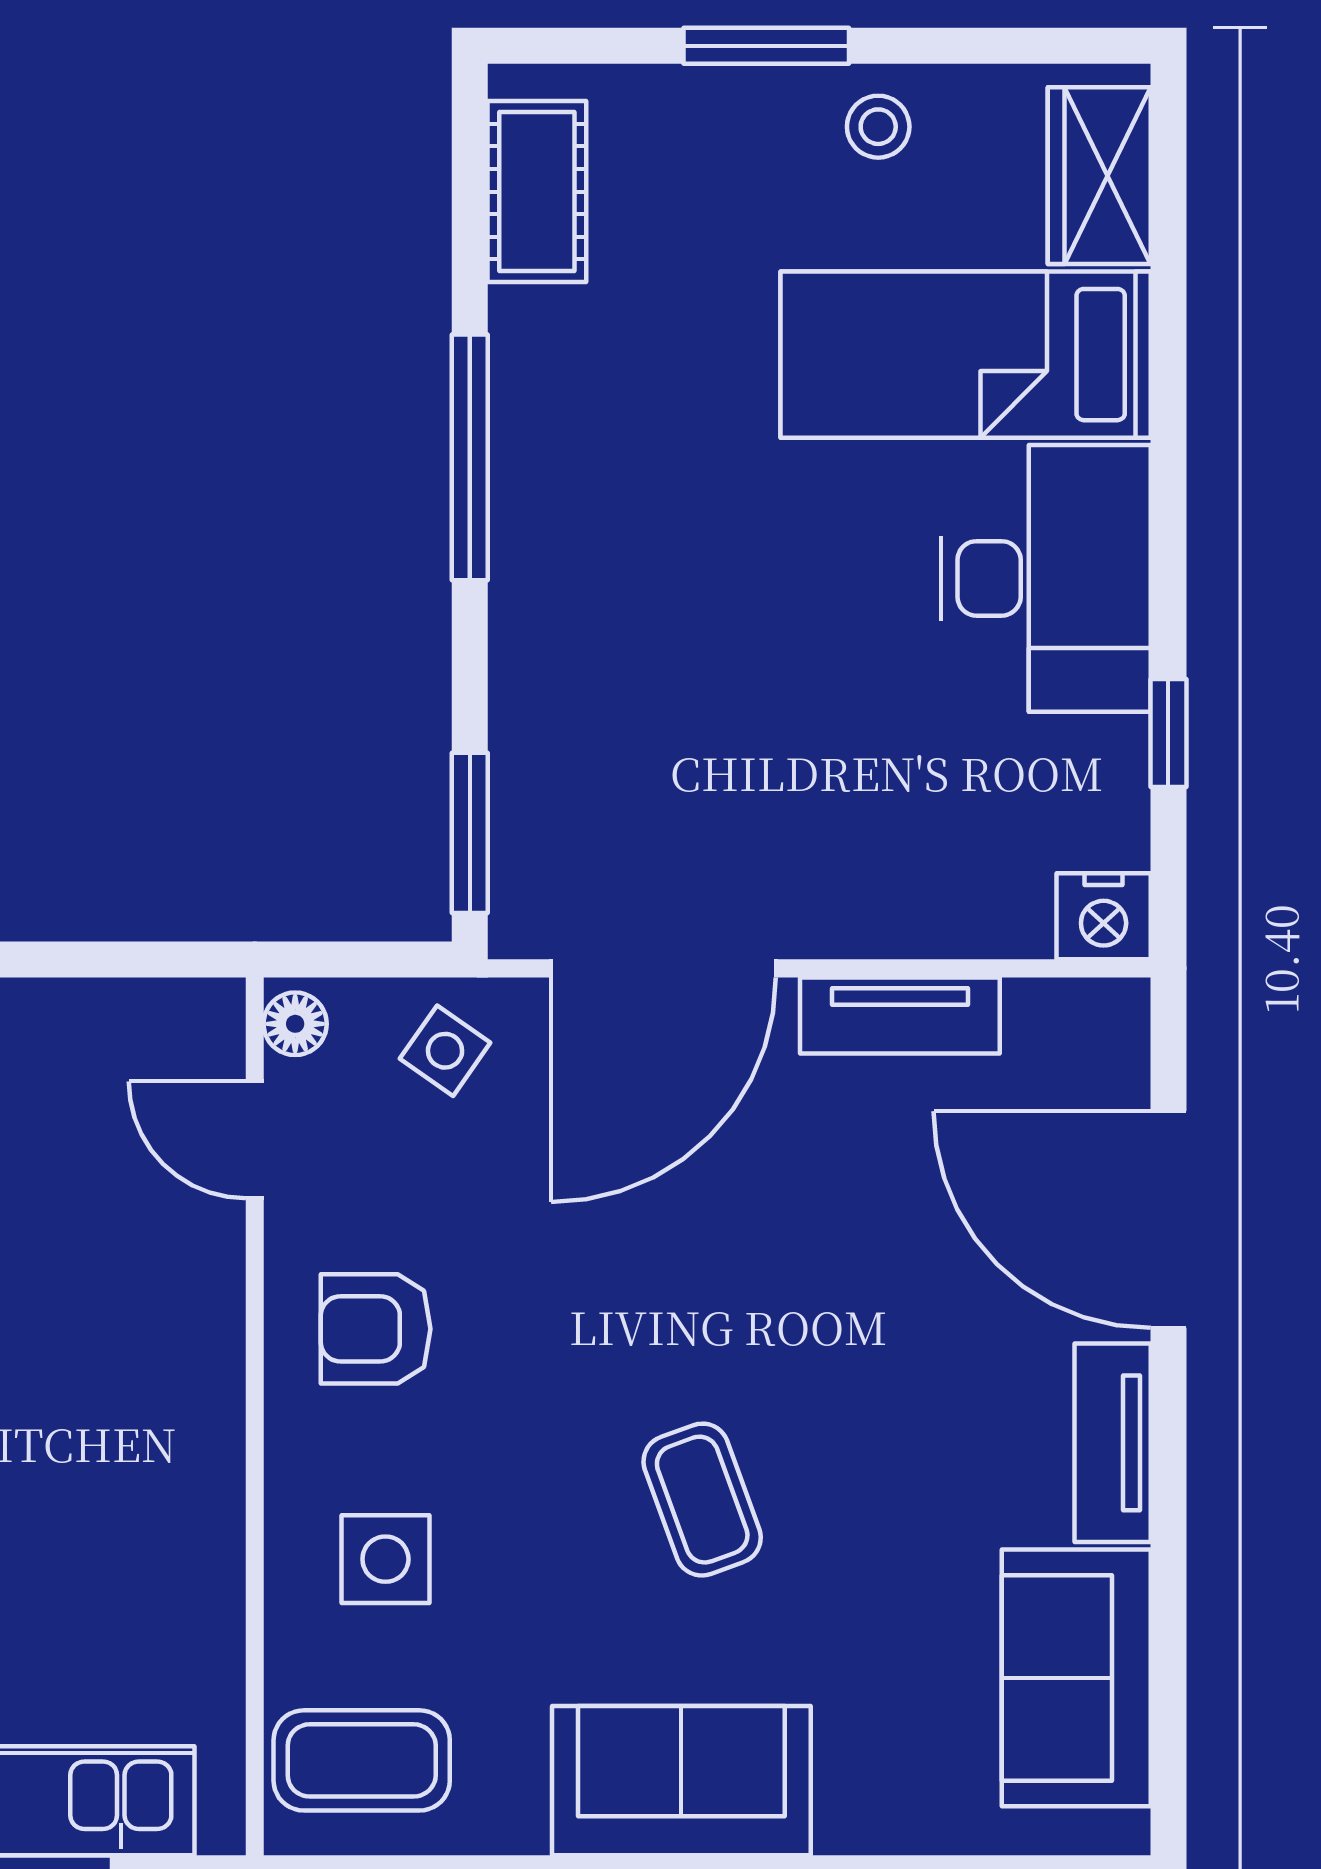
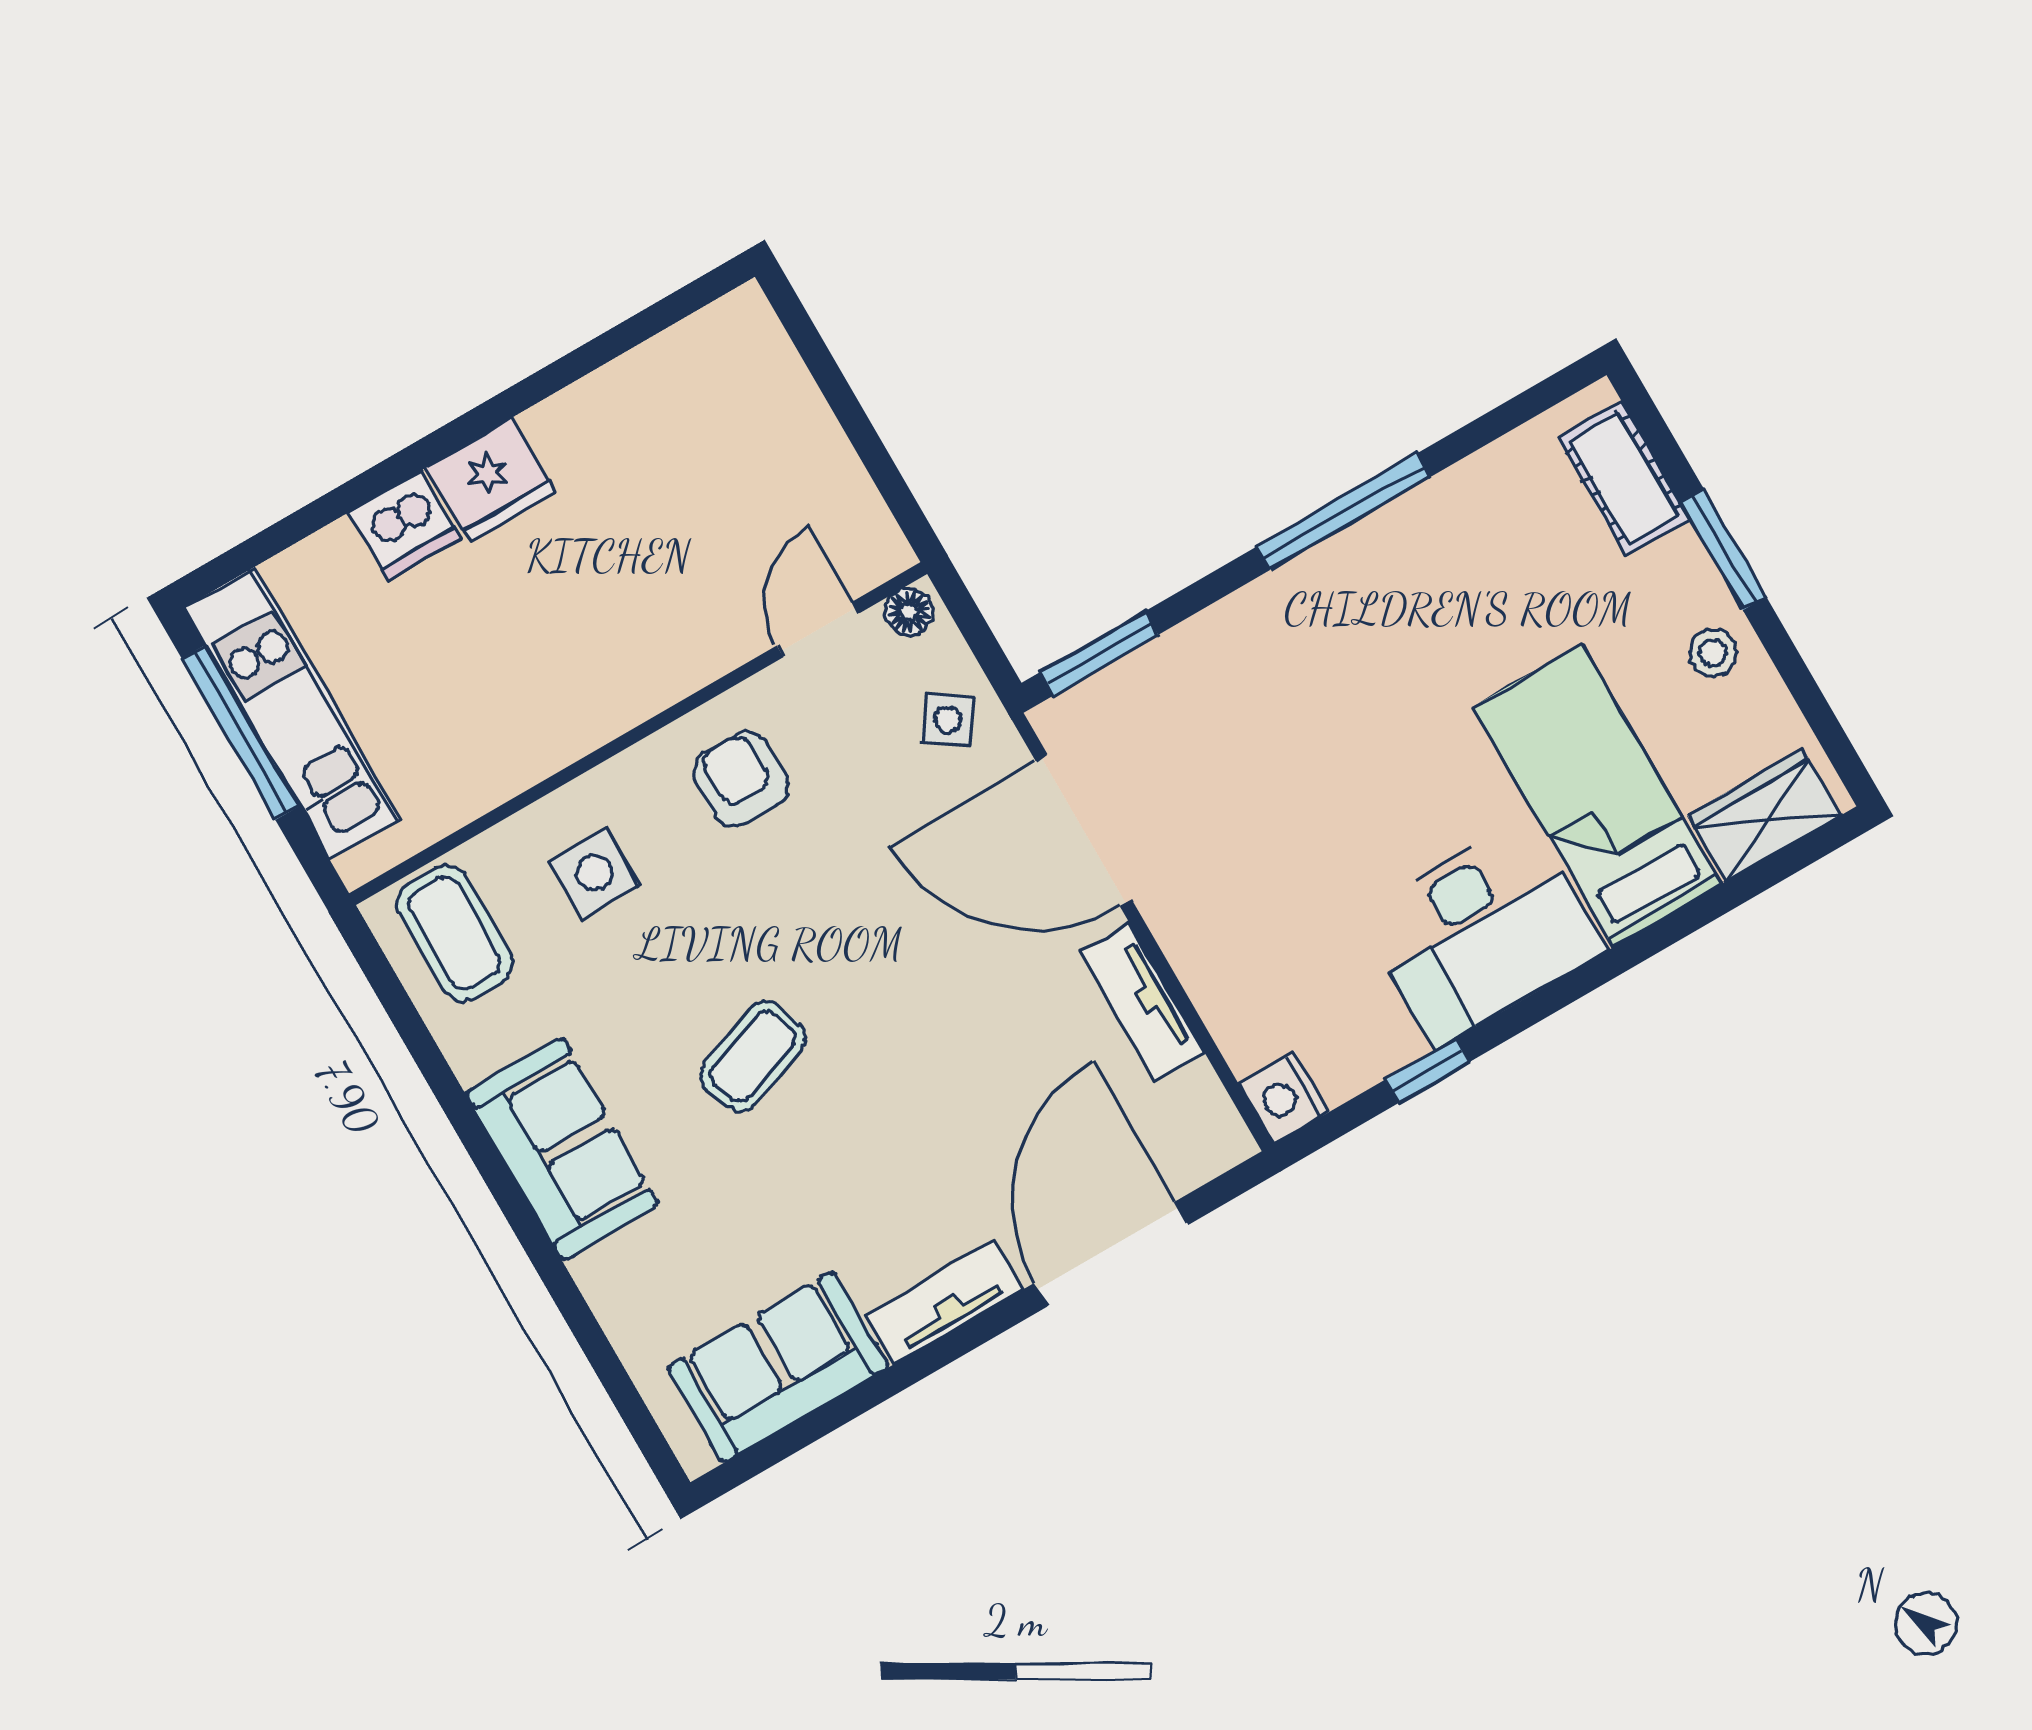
cot: (537, 192) -> (1624, 478), moved, turned 90

